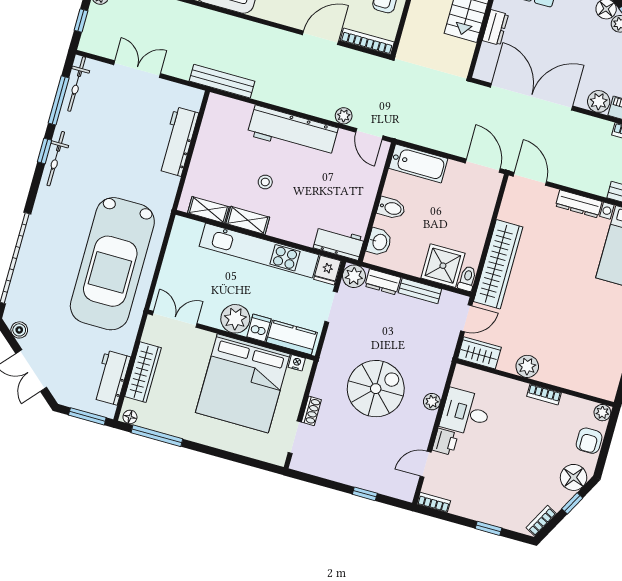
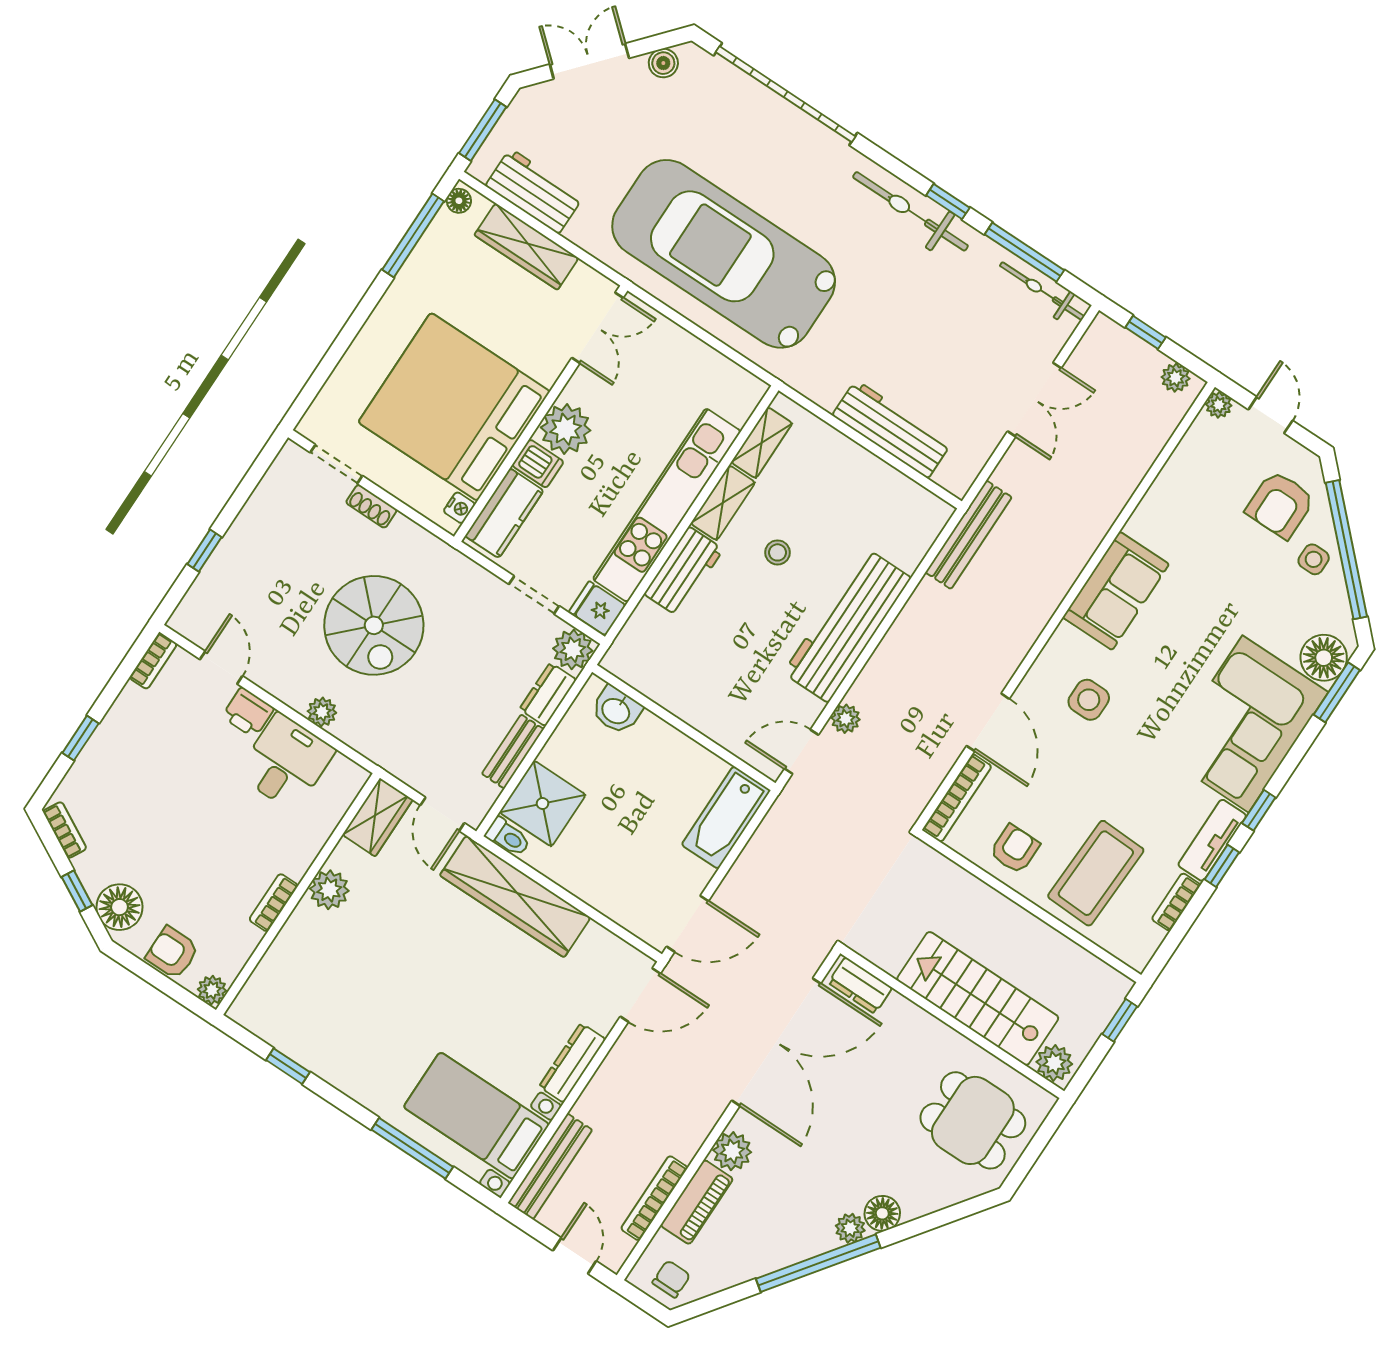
dresser: (495, 27) -> (860, 985), moved
bicycle: (56, 159) -> (910, 211), width x1.37, depth x1.40
bidet: (391, 208) -> (666, 748), removed
workbench: (339, 243) -> (684, 572), moved

